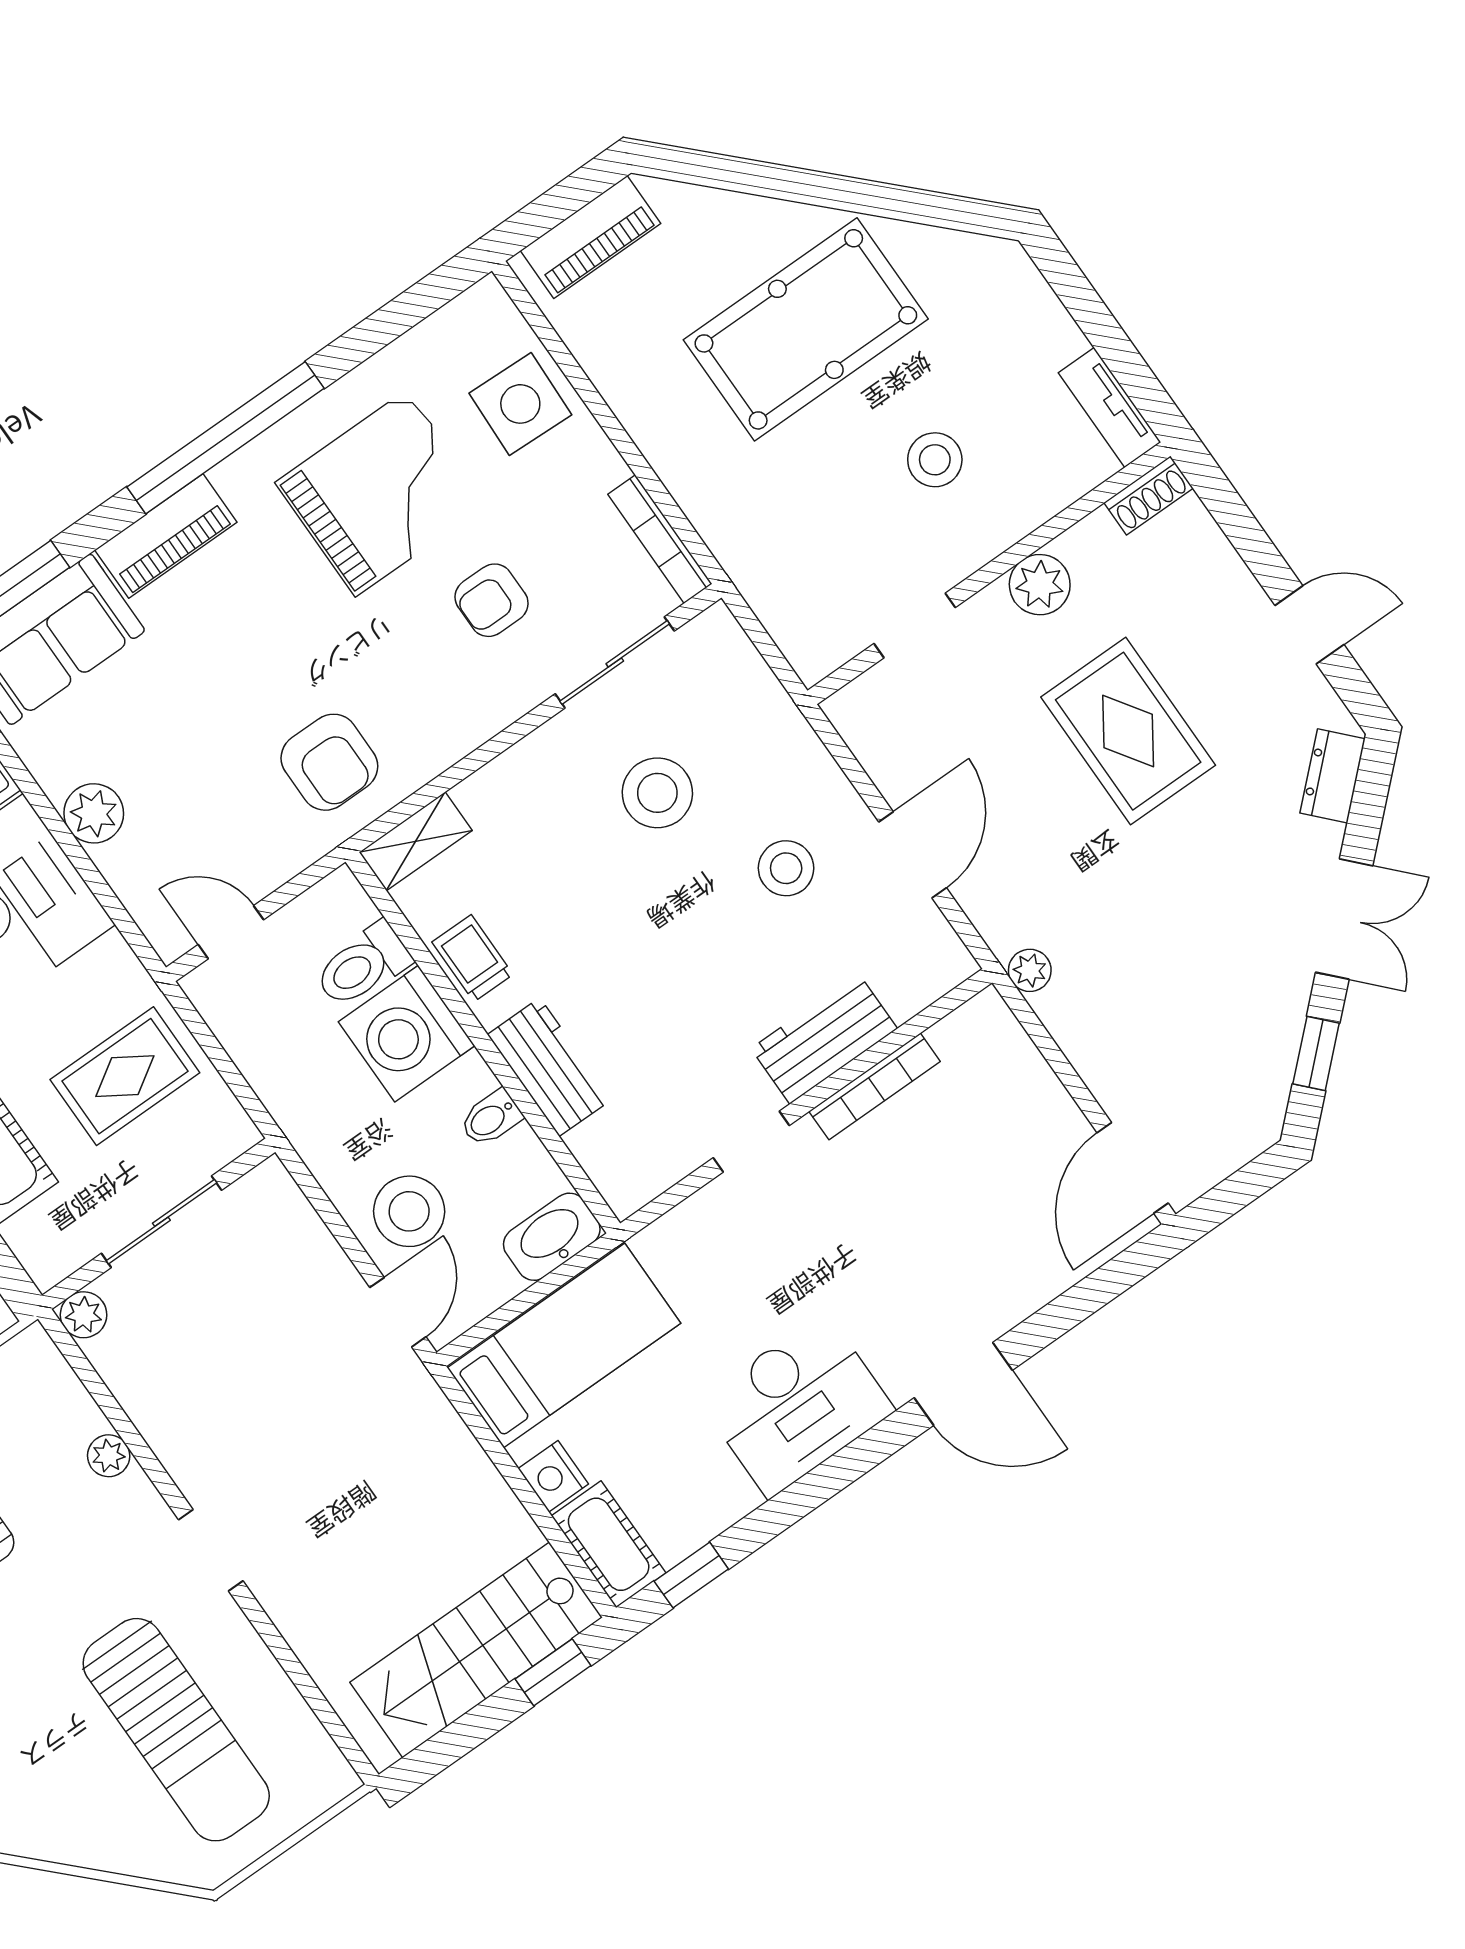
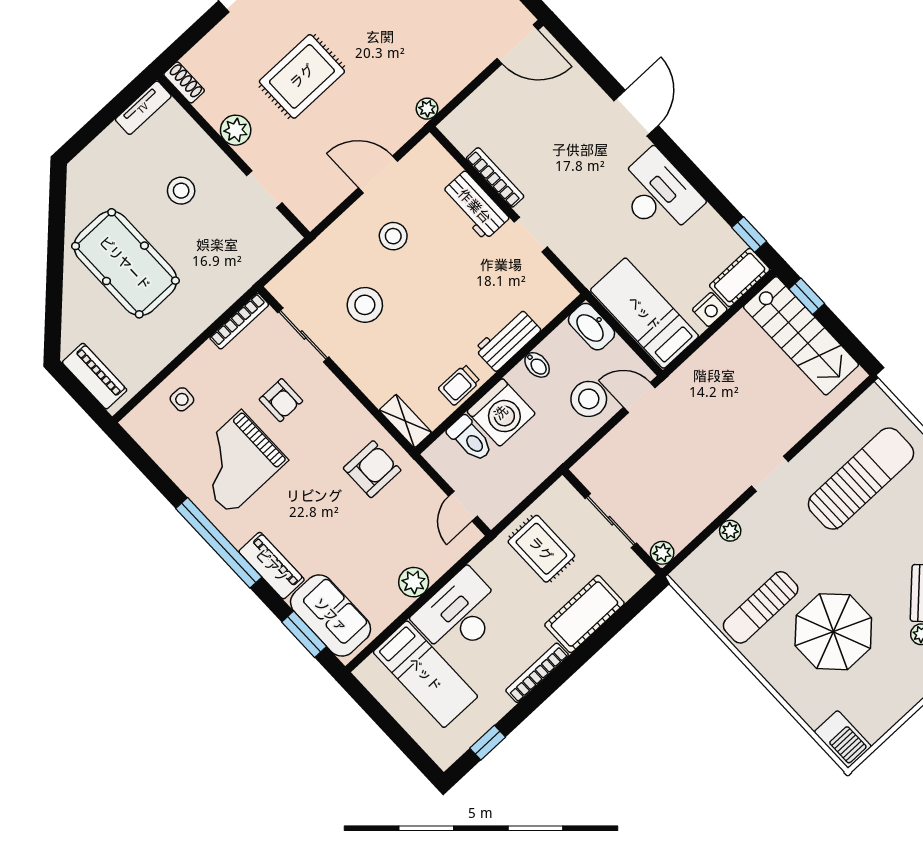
side table: (520, 404) -> (182, 399), width x0.54, depth x0.54
grand piano: (381, 493) -> (236, 462), turned -90

